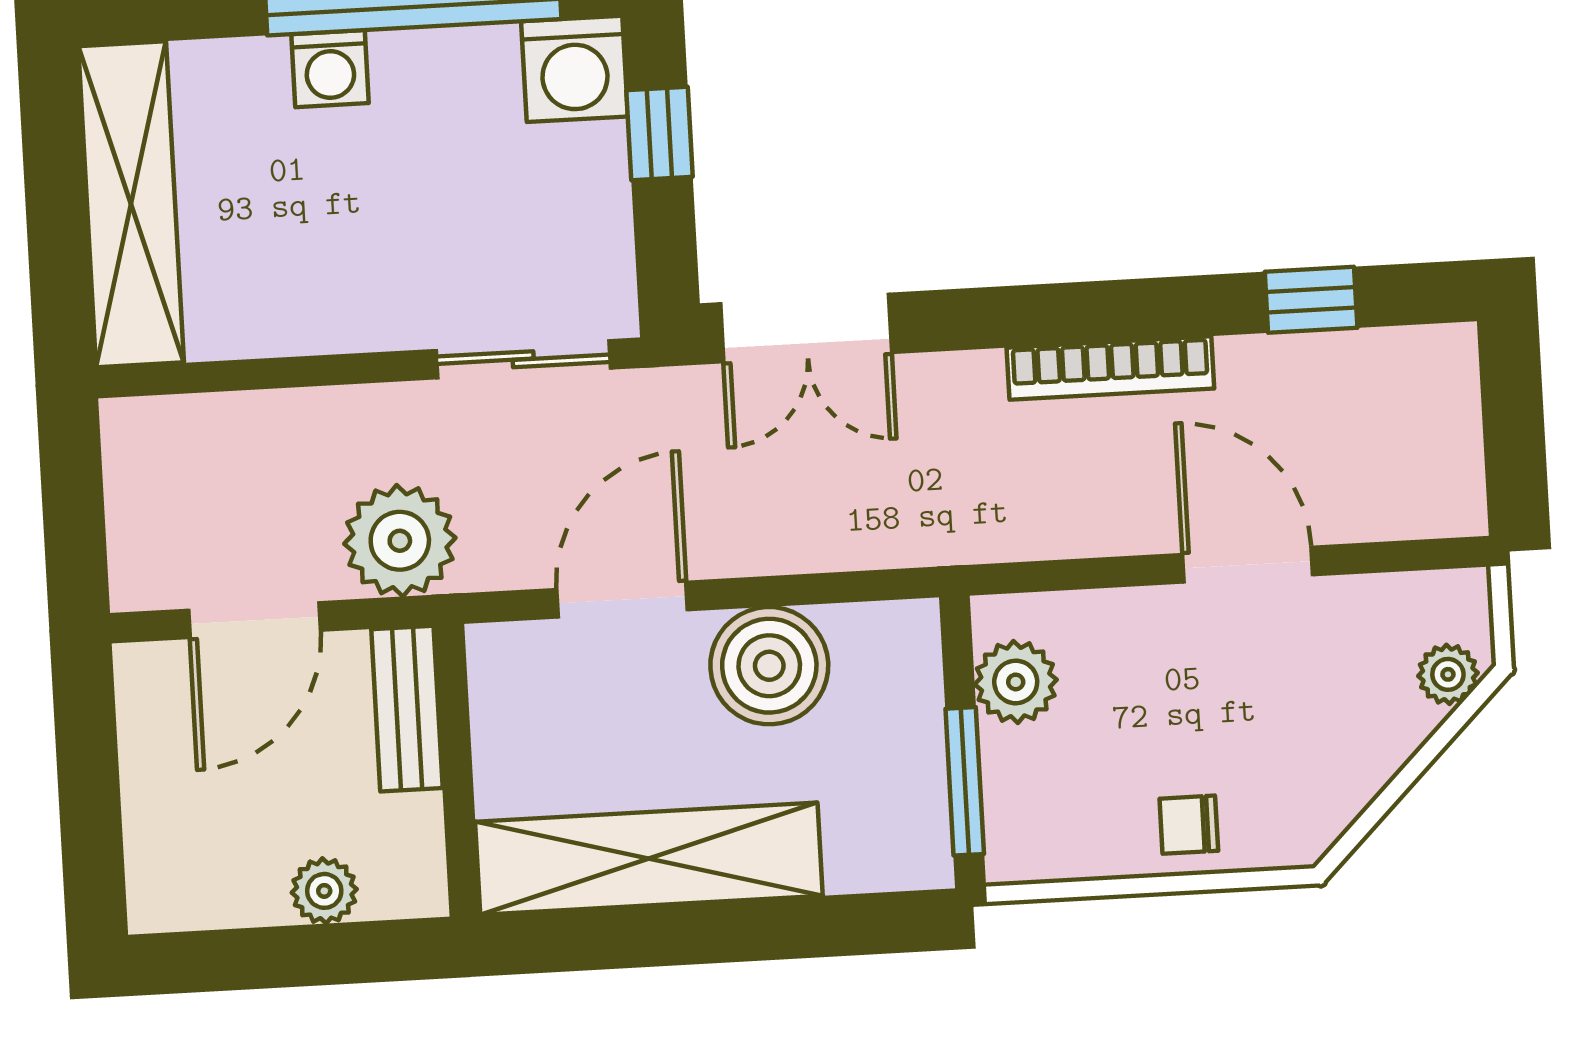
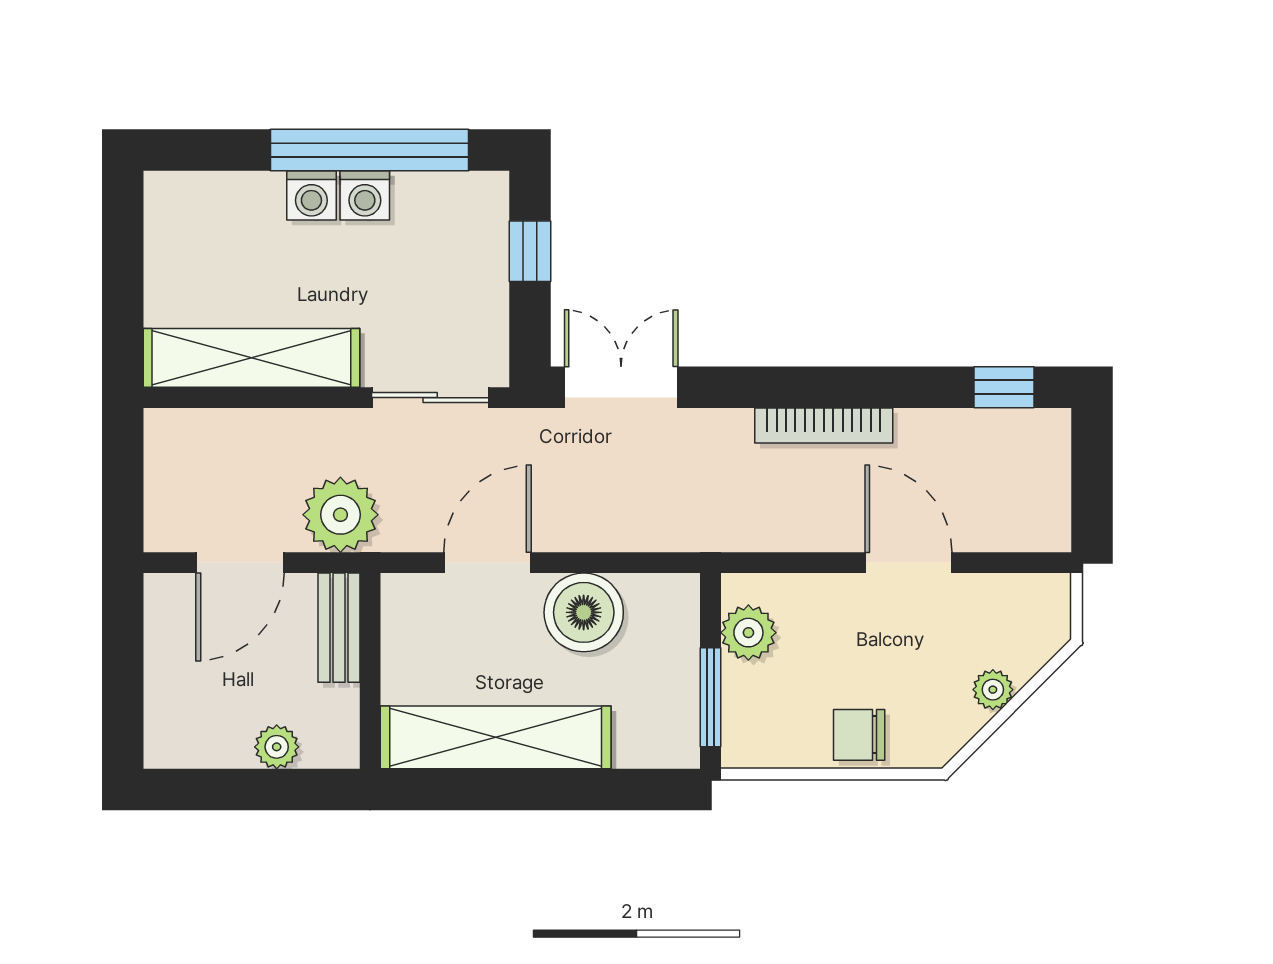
washing machine: (575, 69) -> (365, 195), moved, width x0.73, depth x0.73
shelving: (131, 204) -> (251, 358), moved, turned 90
window: (1311, 300) -> (1004, 387), moved
double door: (806, 328) -> (621, 387), swing flipped
plant: (1448, 674) -> (993, 690), moved
chair: (1189, 825) -> (859, 735), width x1.37, depth x1.37

